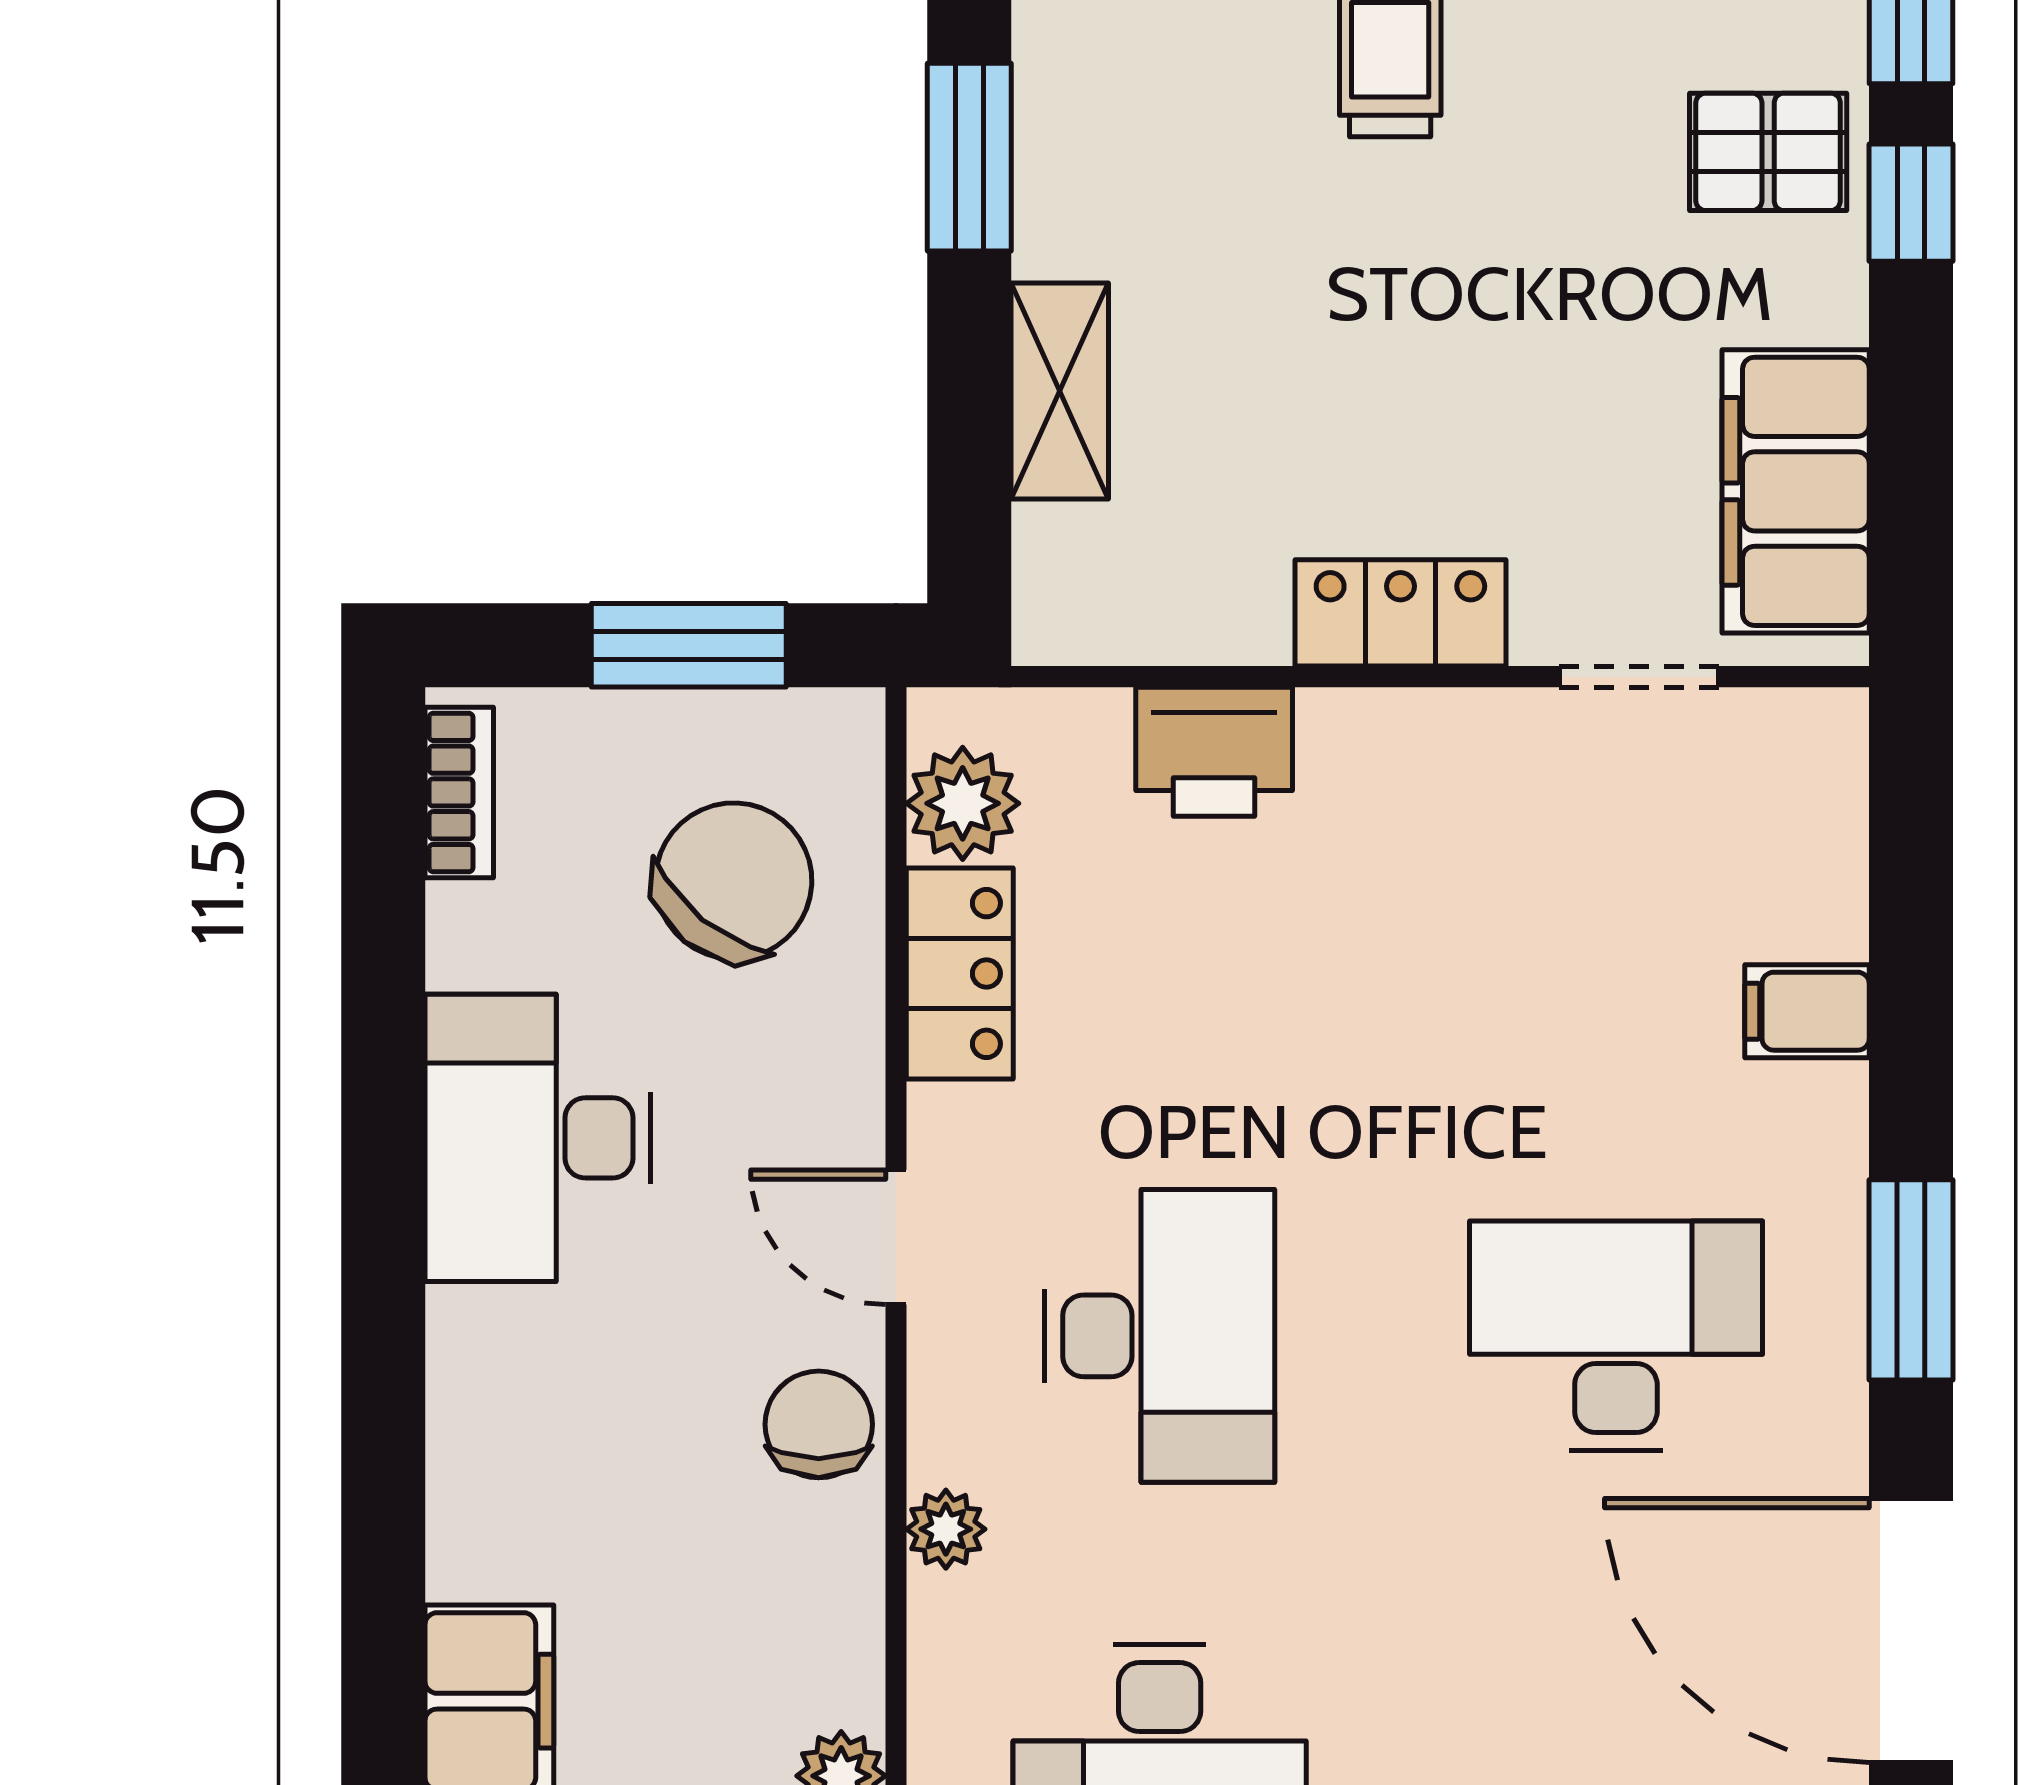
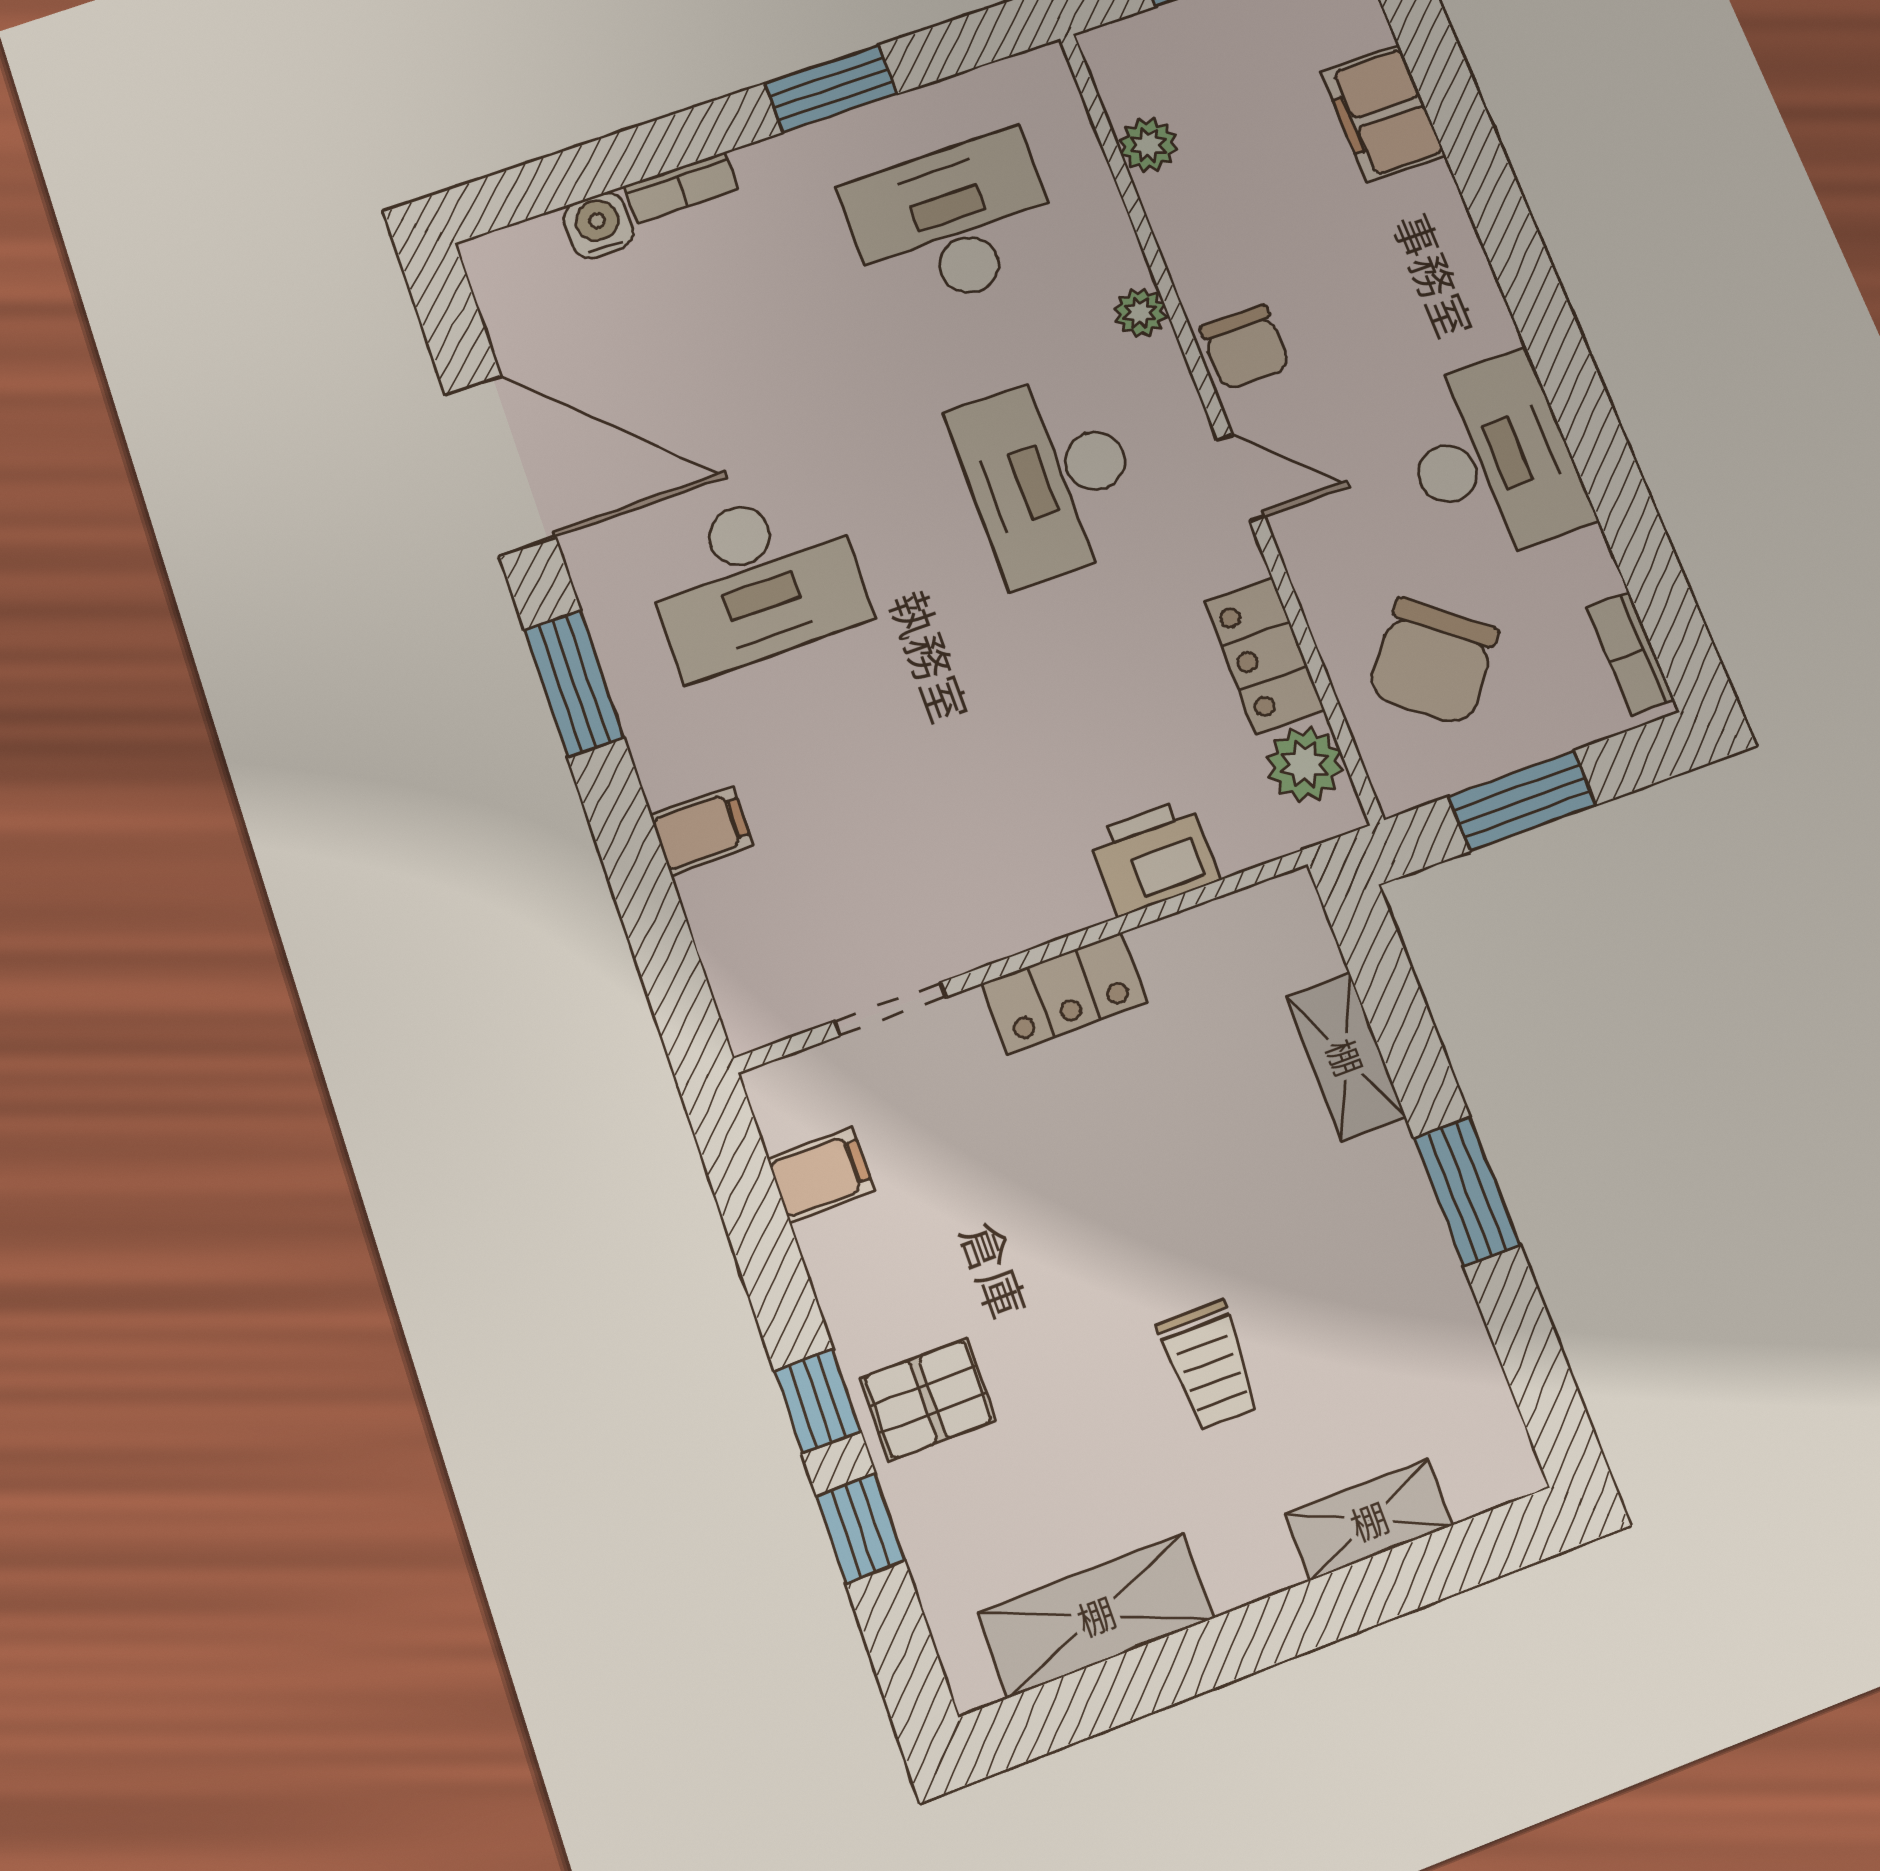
filing cabinet: (1796, 491) -> (821, 1175), width x0.33, depth x0.86

